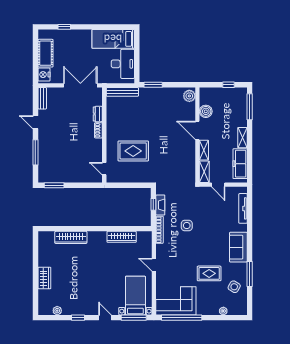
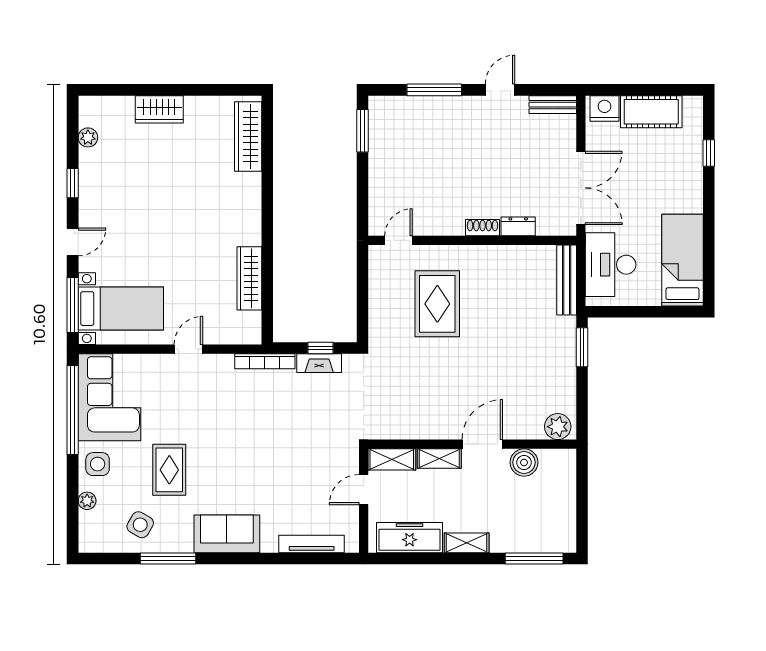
desk: (123, 64) -> (611, 265), moved, turned 90
window: (229, 85) -> (582, 512), removed
side table: (187, 226) -> (98, 464), moved
wardrobe: (71, 237) -> (248, 137), moved

